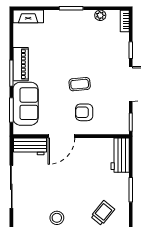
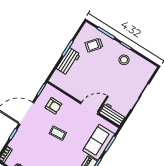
armchair: (84, 112) -> (53, 106), moved
workbench: (120, 155) -> (68, 61), moved

